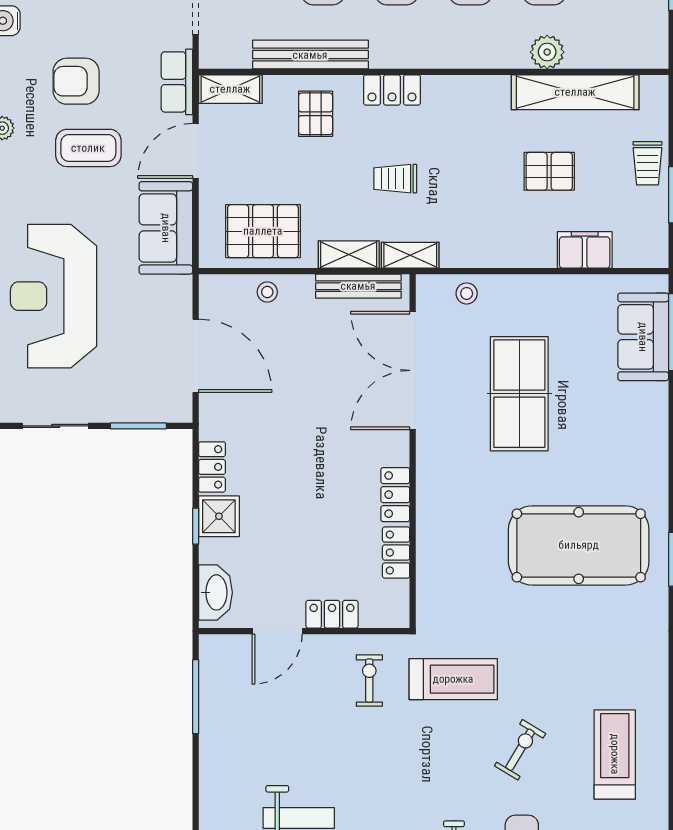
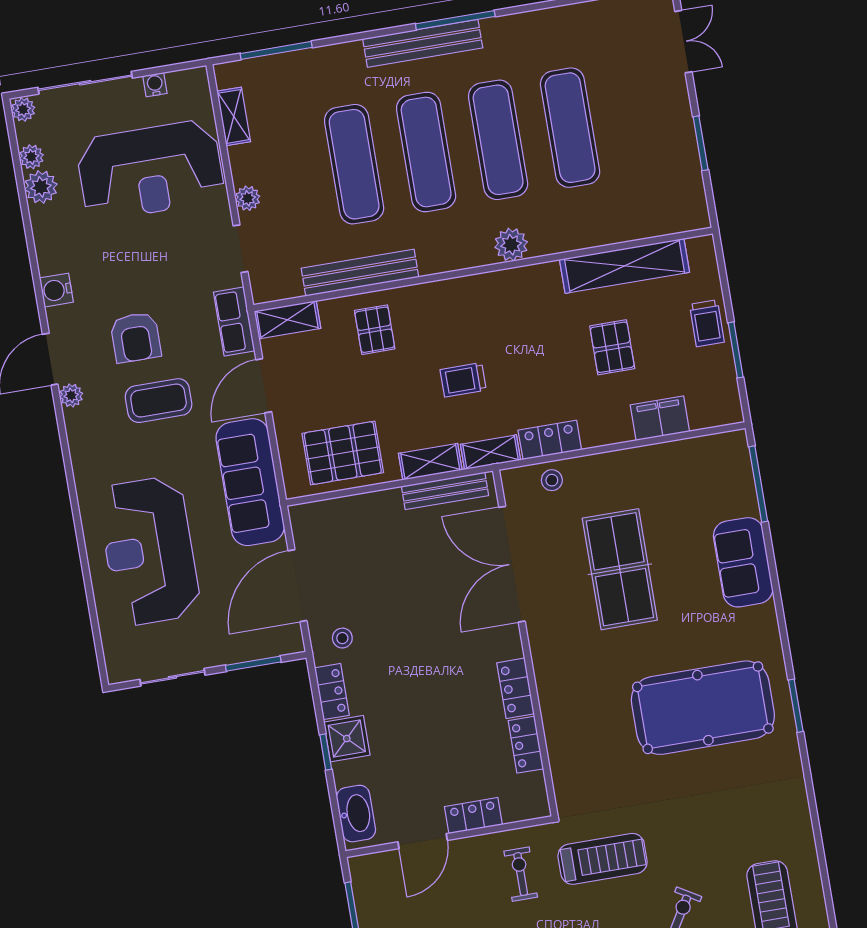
plant: (547, 52) -> (511, 245), moved
armchair: (76, 81) -> (136, 337), turned -90
locker: (392, 90) -> (550, 440), moved, turned 180
pallet: (549, 171) -> (612, 347), turned 90
sofa: (166, 228) -> (250, 482), width x1.36
stool: (267, 292) -> (342, 638), moved
sofa: (643, 337) -> (743, 562), moved
door: (196, 356) -> (298, 586), swing flipped

